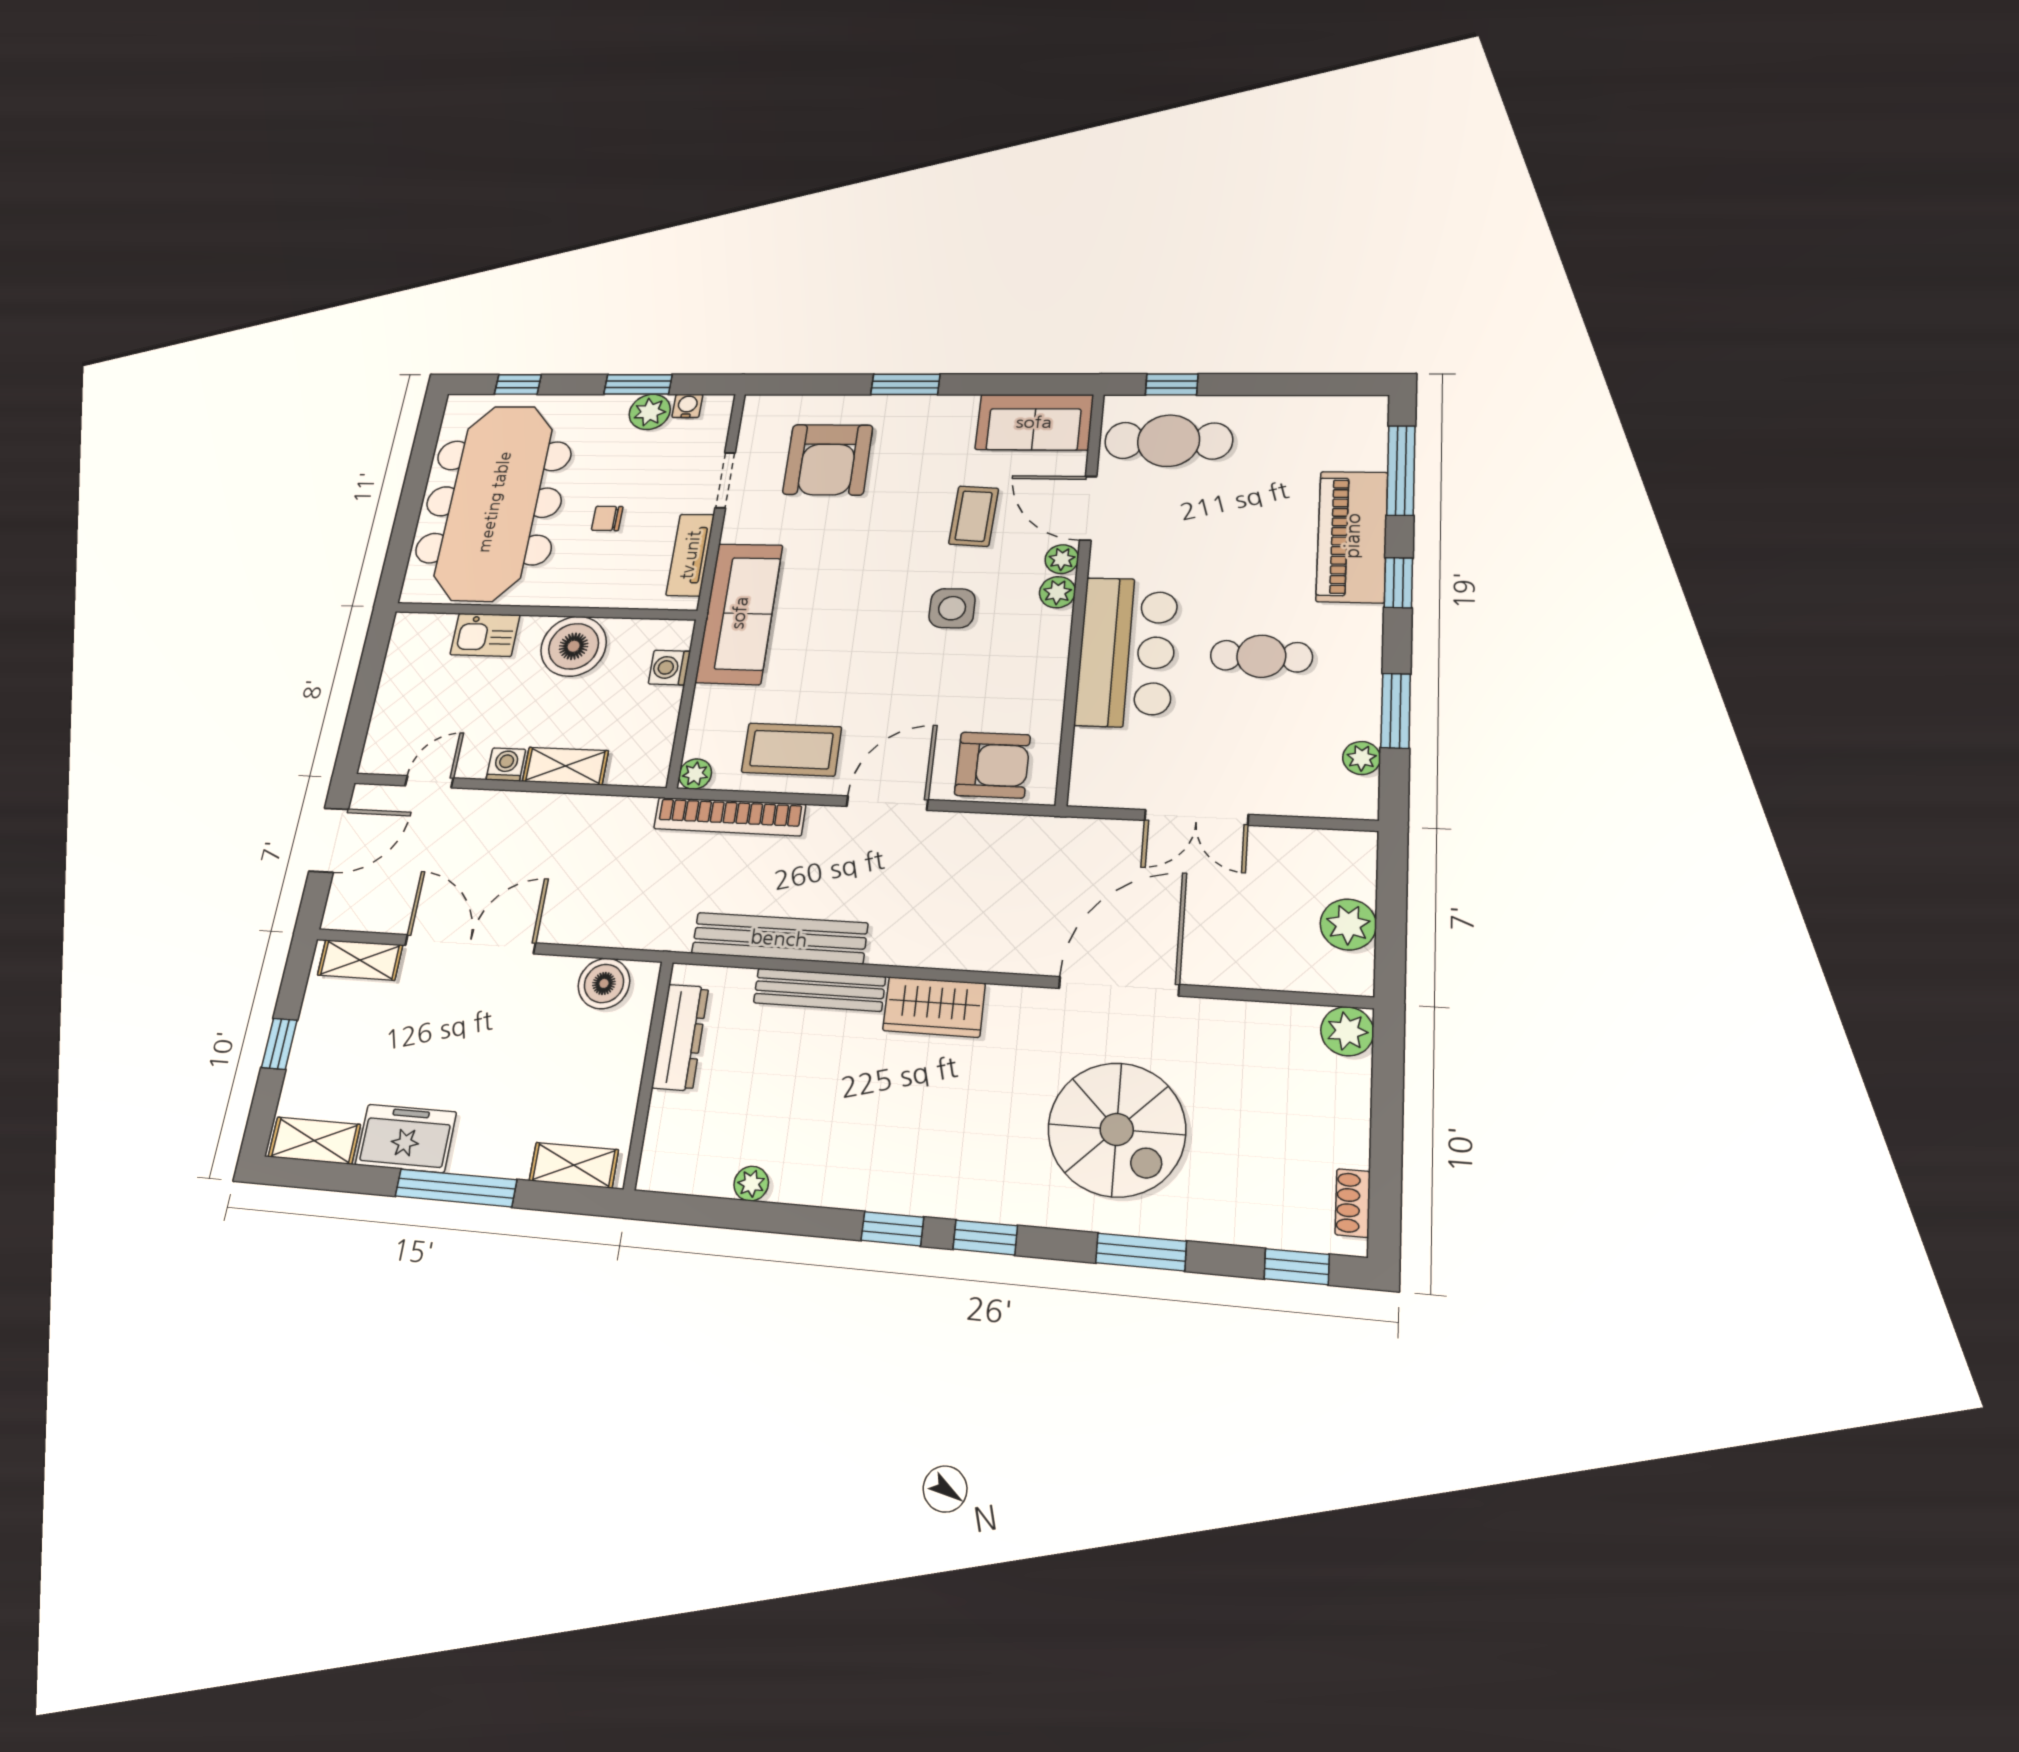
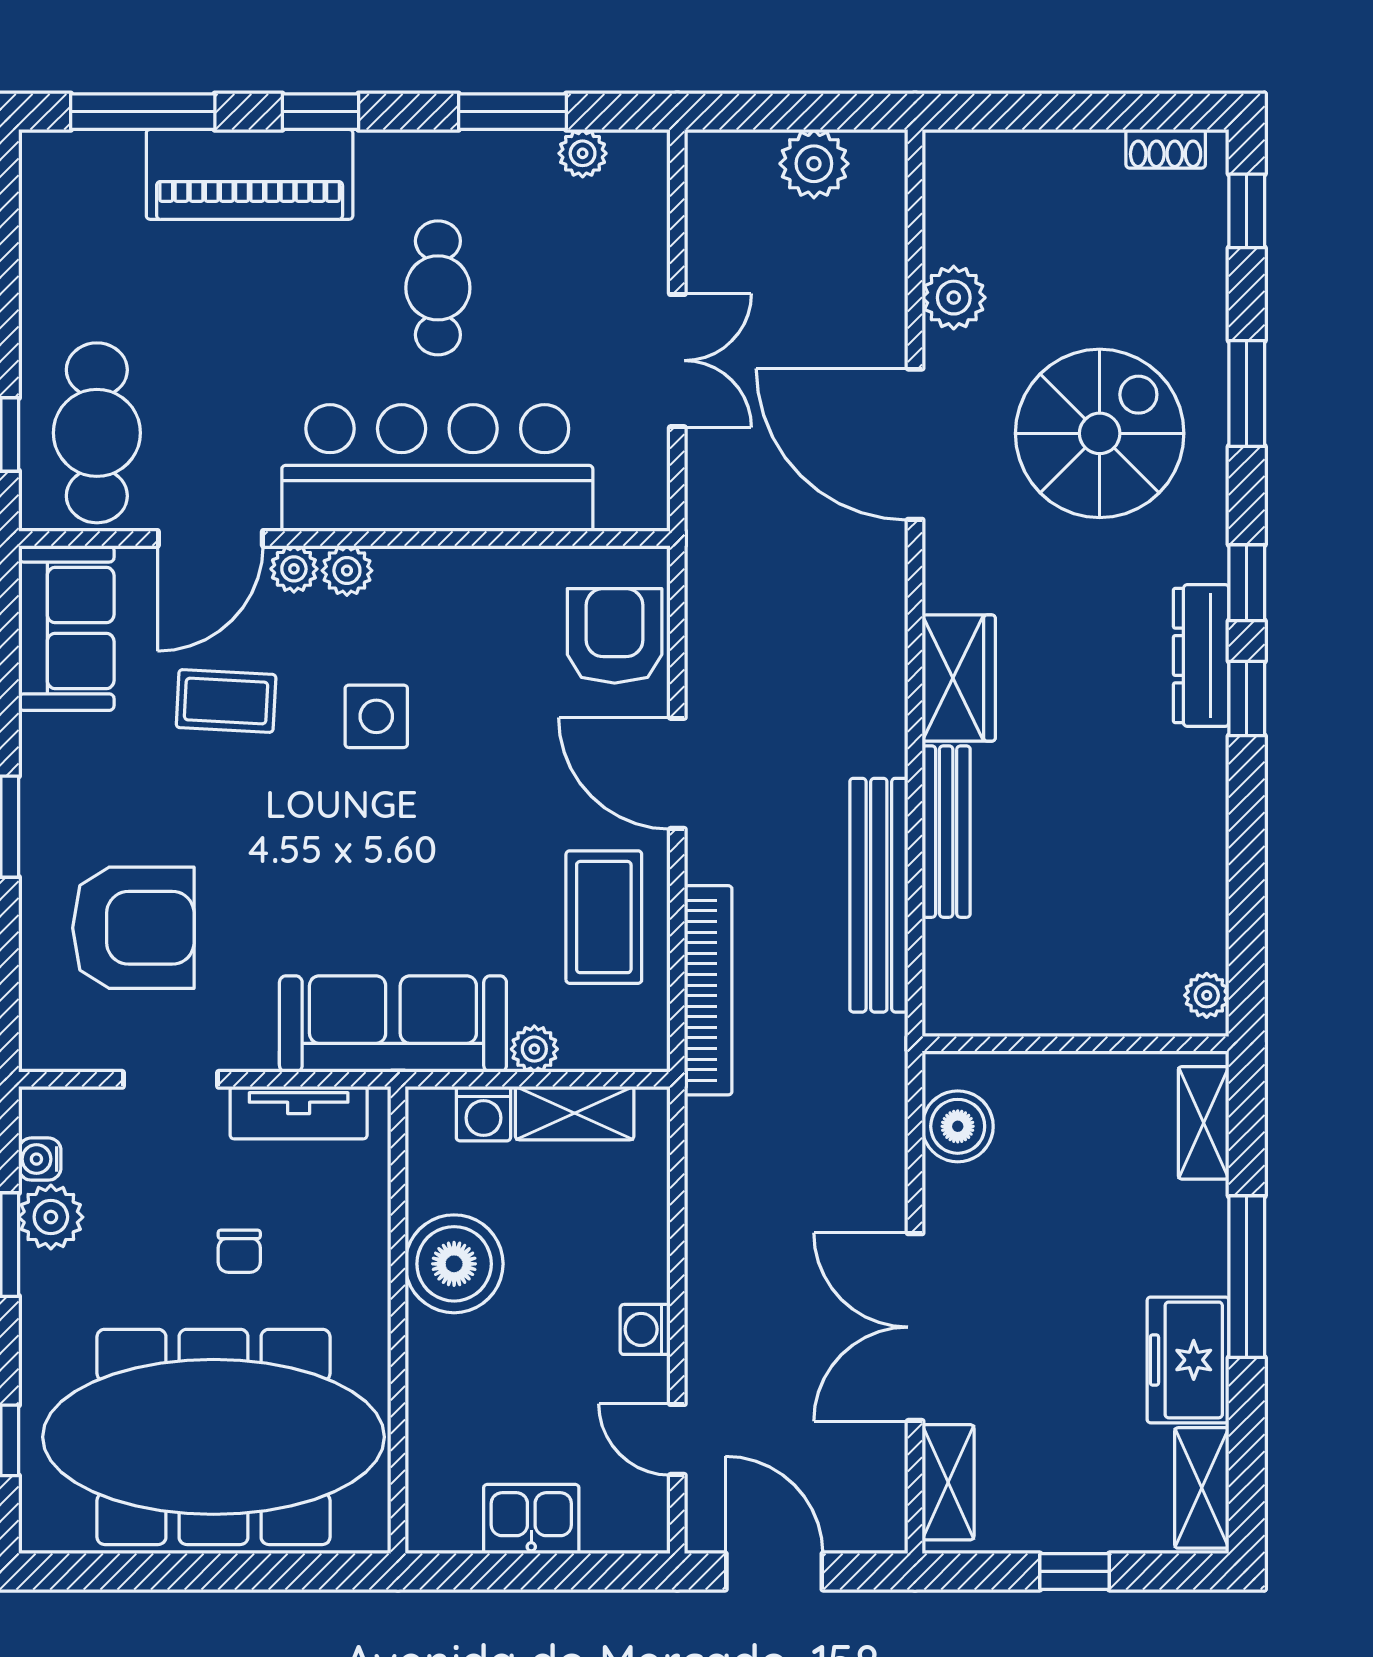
kitchen sink: (485, 635) -> (531, 1519), moved, turned -90
bar counter: (1127, 652) -> (437, 468), width x1.36
shelving: (565, 766) -> (575, 1113), moved, turned 90
plant: (695, 774) -> (534, 1049), moved
plant: (1347, 1031) -> (954, 298), moved
dresser: (680, 1037) -> (1201, 656), moved, turned -90
plant: (751, 1184) -> (1207, 995), moved

